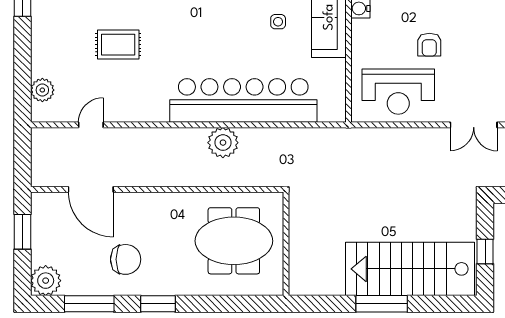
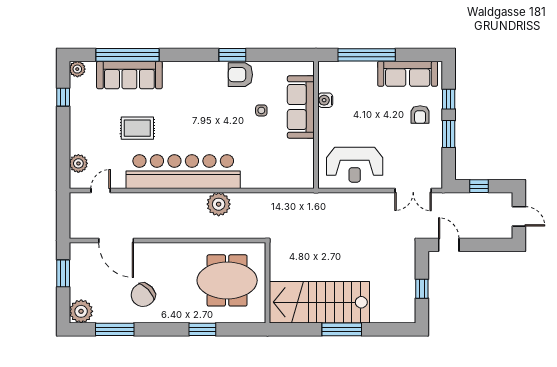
armchair: (429, 45) -> (420, 115), moved
bar counter: (243, 100) -> (183, 172), moved
door: (91, 125) -> (101, 190), moved
chair: (126, 259) -> (143, 295), turned 137
stairs: (410, 269) -> (319, 302), moved
window: (158, 304) -> (202, 329), moved

